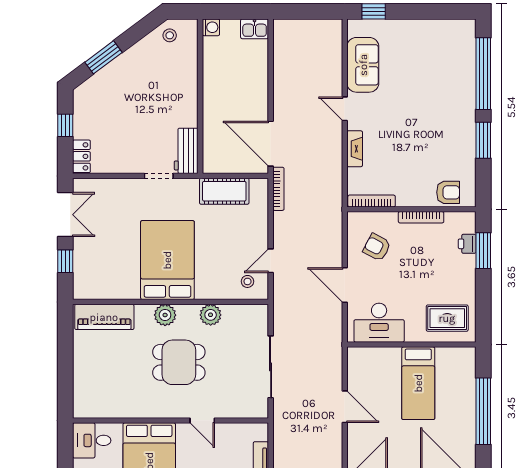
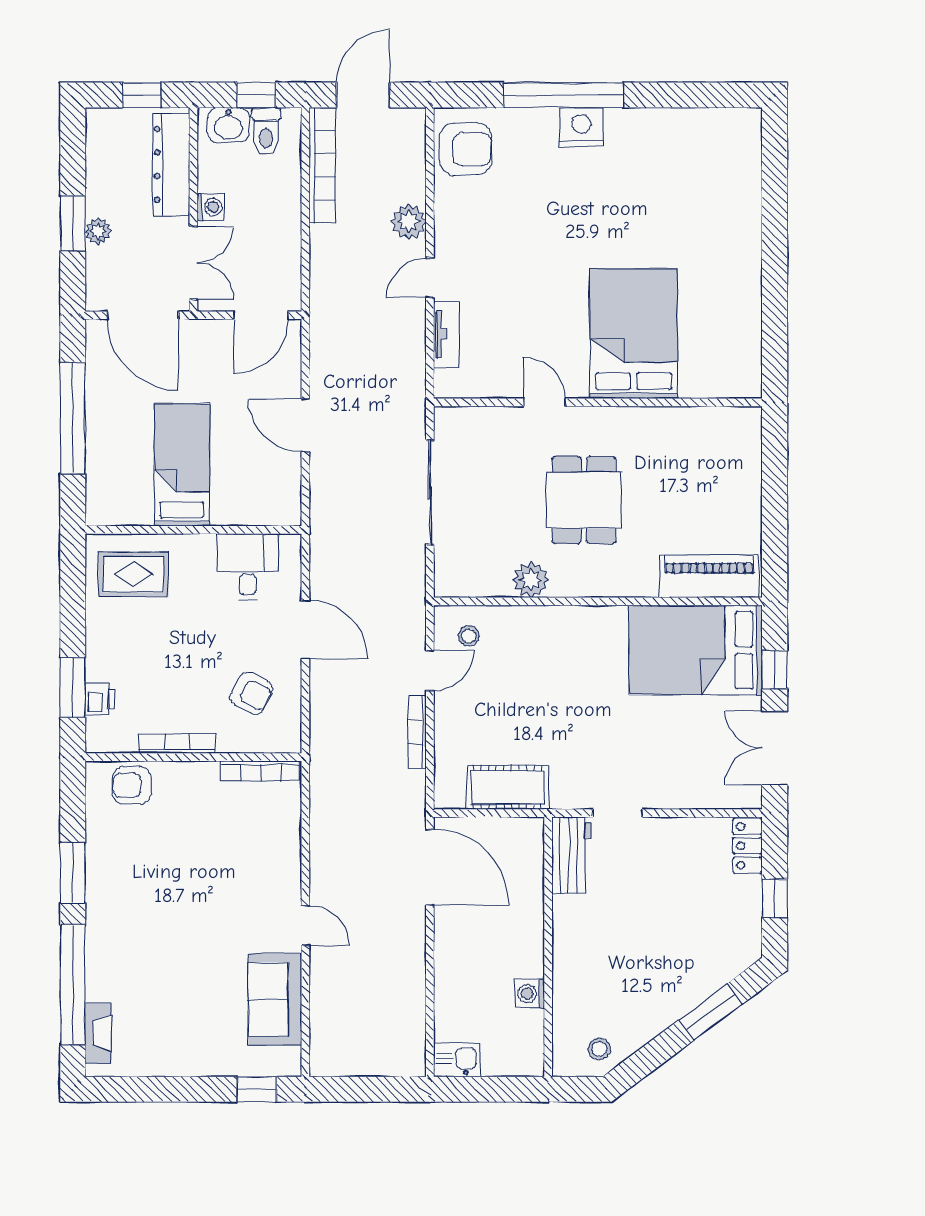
washing machine: (211, 27) -> (530, 993), moved
fireplace: (355, 149) -> (98, 1033), moved, turned 180
bookcase: (278, 189) -> (417, 732), moved
bed: (167, 260) -> (696, 650), moved, turned 90
plant: (165, 315) -> (607, 579), removed
desk: (379, 323) -> (248, 567), width x0.73
dining table: (179, 362) -> (584, 500), turned 90
desk: (92, 440) -> (730, 369), removed

